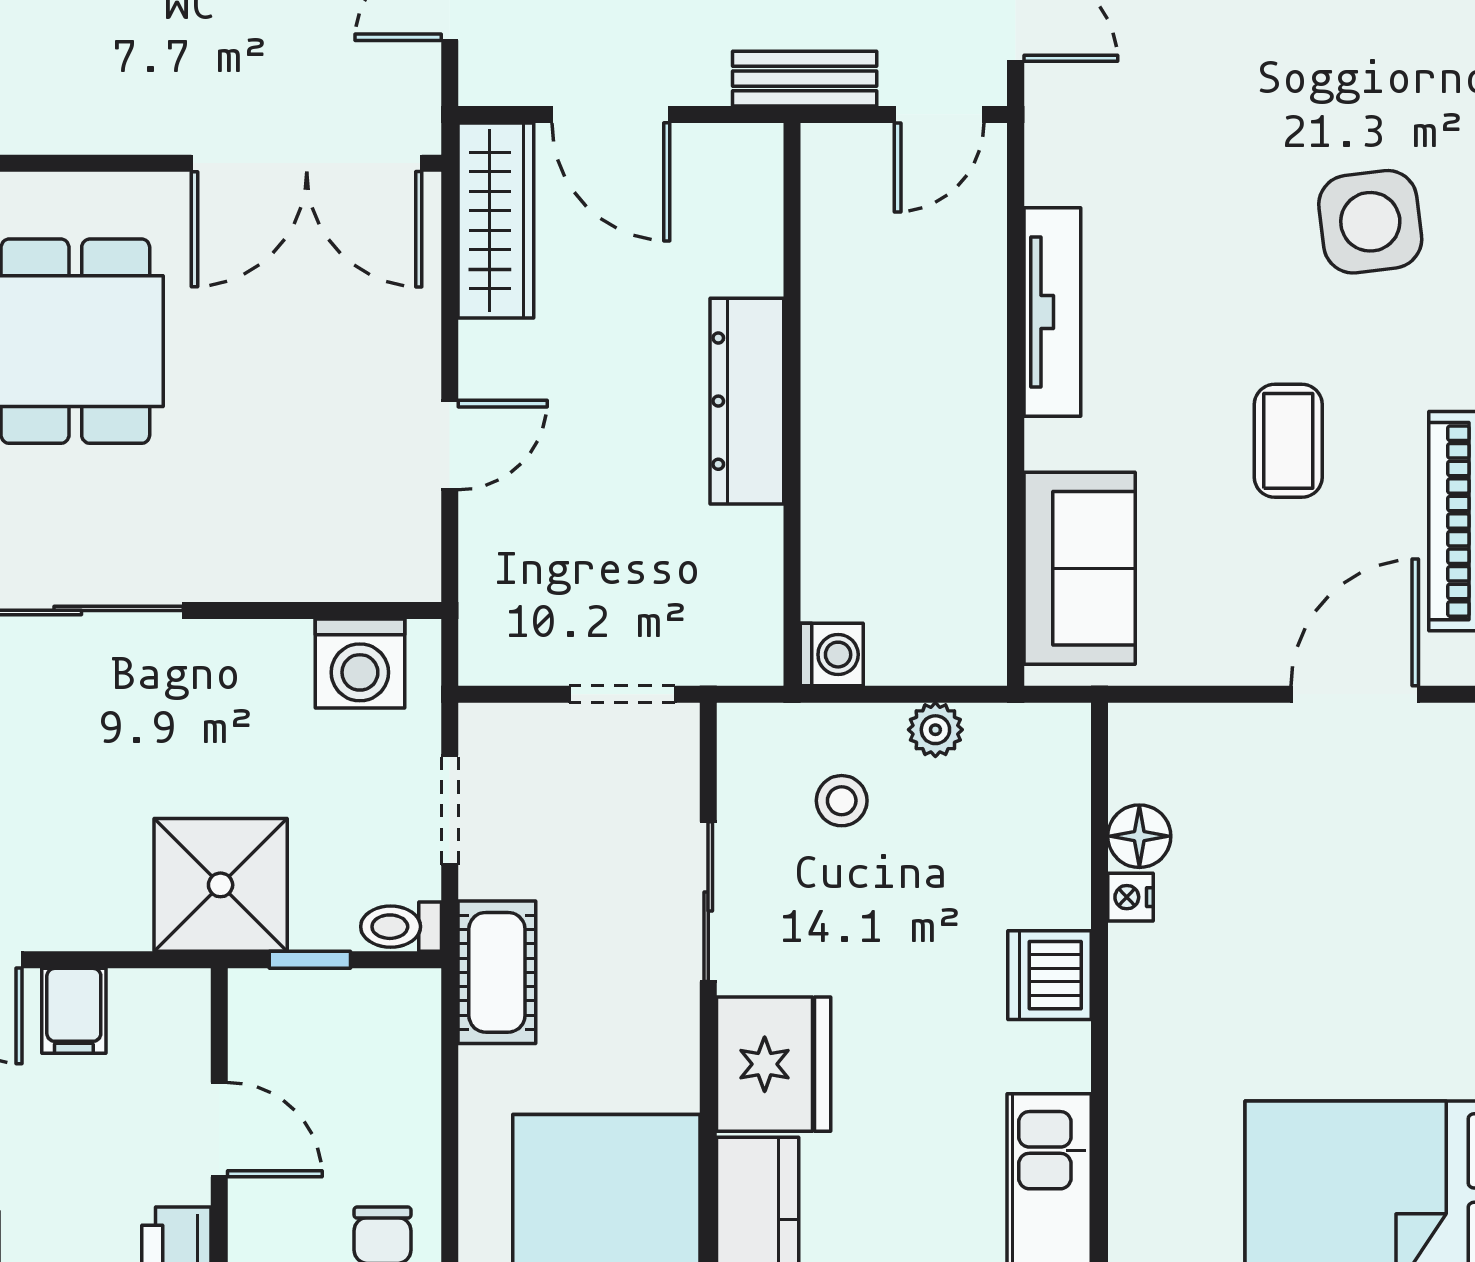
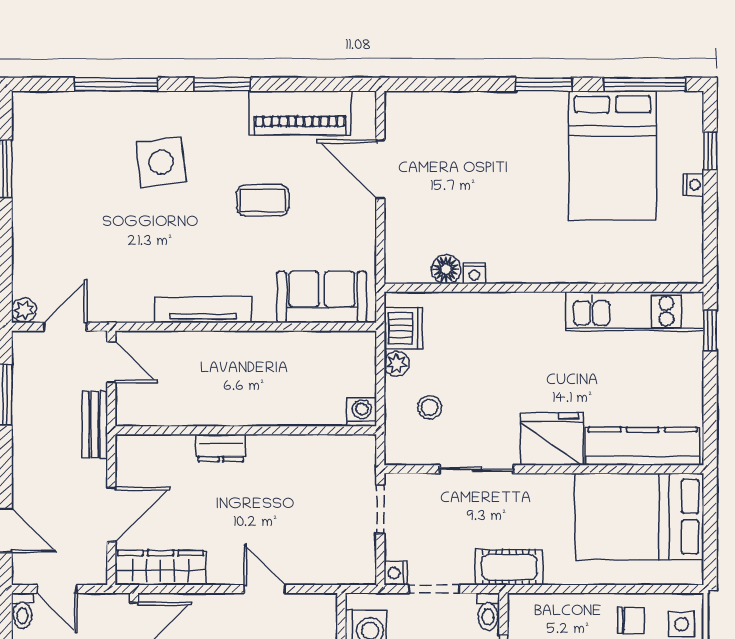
dresser: (747, 401) -> (221, 448), width x0.51, depth x0.80
nightstand: (485, 728) -> (396, 573), added
dishwasher: (1049, 975) -> (403, 328), moved, turned -90

